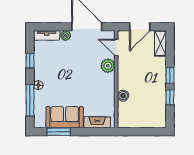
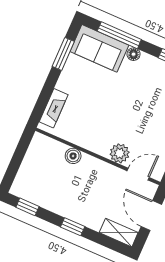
window: (170, 97) -> (27, 207), moved
sofa: (65, 117) -> (99, 48), moved, turned 90

